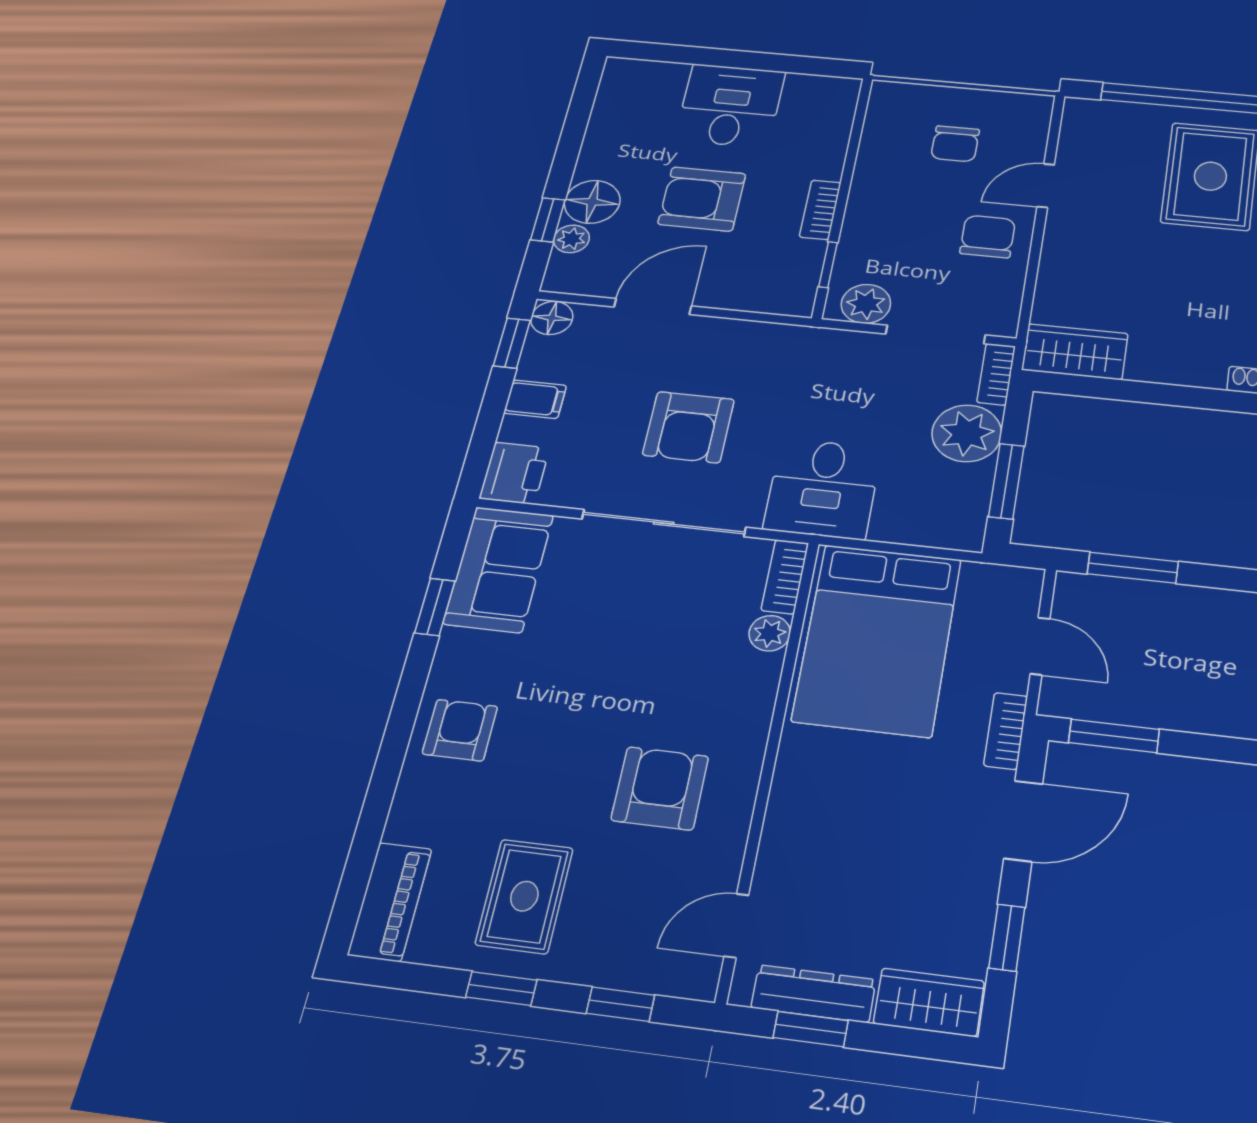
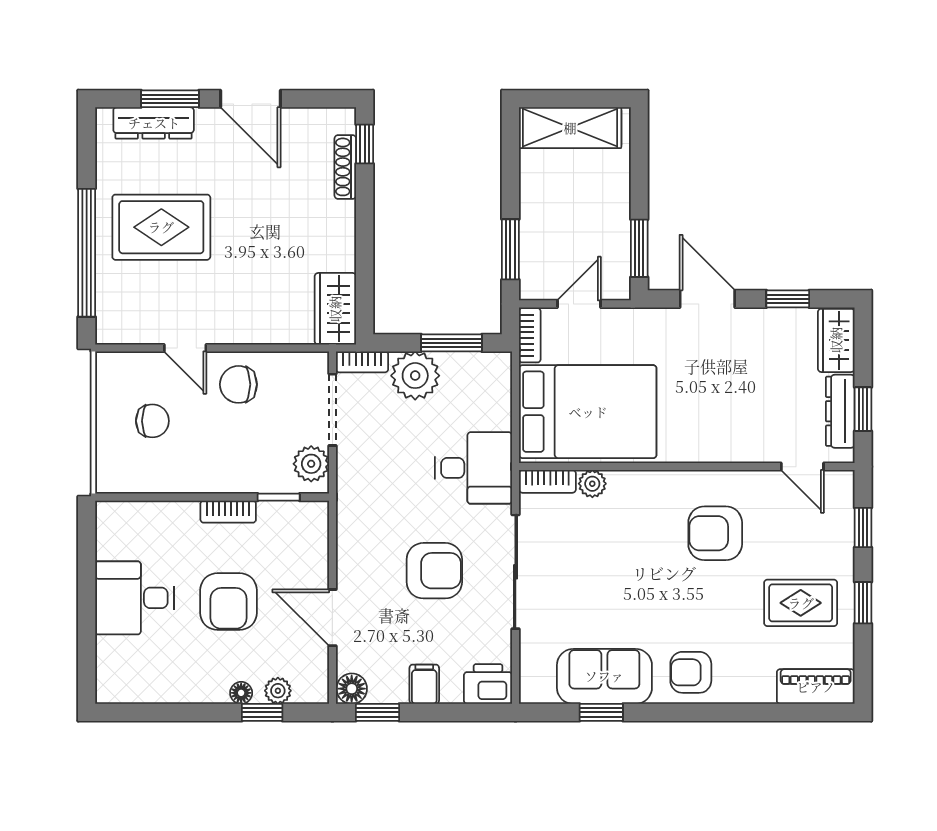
floor lamp: (592, 202) -> (241, 693), width x0.53, depth x0.53
sofa: (499, 569) -> (604, 676), moved
bookcase: (1006, 731) -> (530, 335), moved, turned -90

